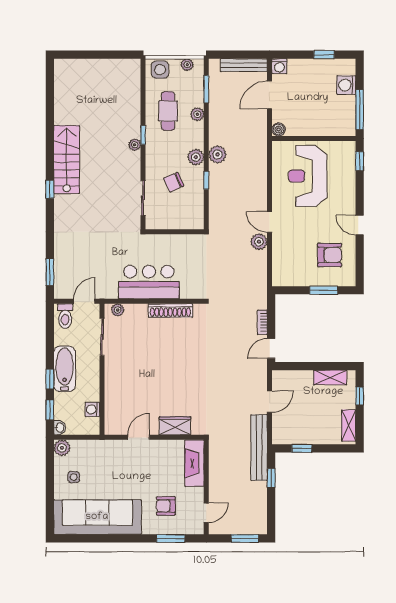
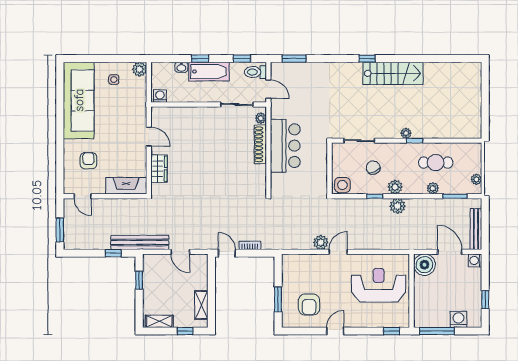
side table: (160, 70) -> (342, 185), moved
boiler: (279, 129) -> (424, 265), width x1.86, depth x1.86
shoe rack: (170, 310) -> (260, 144), moved
washing machine: (92, 409) -> (160, 96), moved
window: (50, 410) -> (242, 59), moved
washbasin: (60, 428) -> (181, 67), moved
window: (171, 538) -> (60, 165), removed

